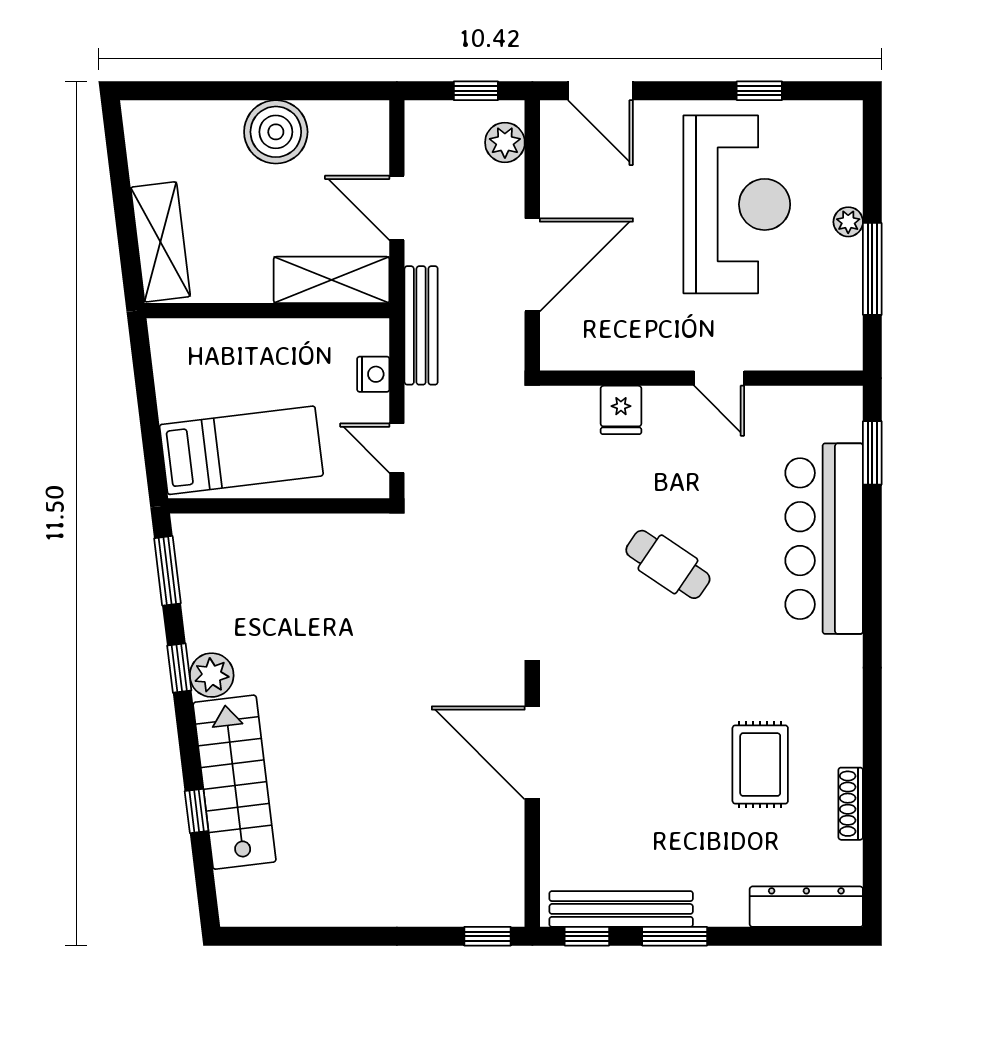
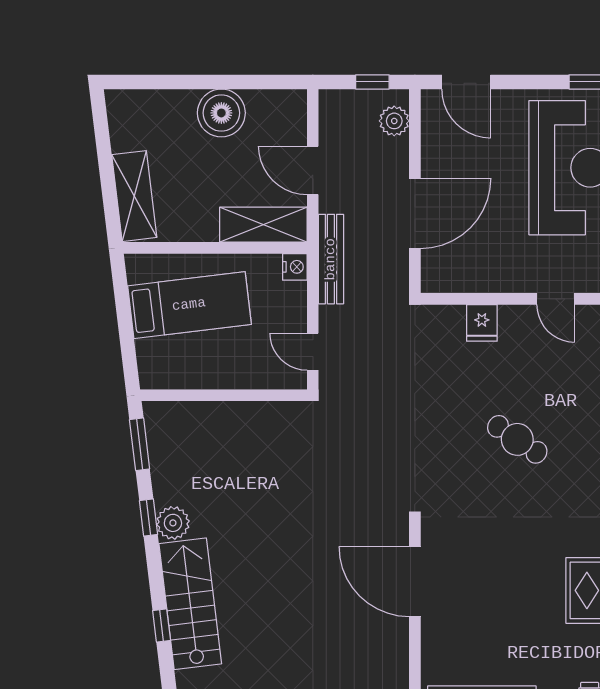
nightstand: (373, 374) -> (295, 267), moved
bed: (241, 450) -> (189, 305), moved

